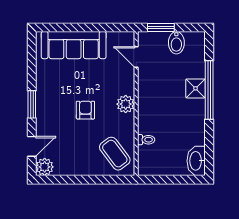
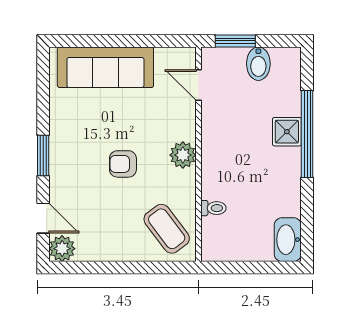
armchair: (85, 110) -> (123, 164), turned -90
door: (32, 146) -> (43, 218), hinge flipped

